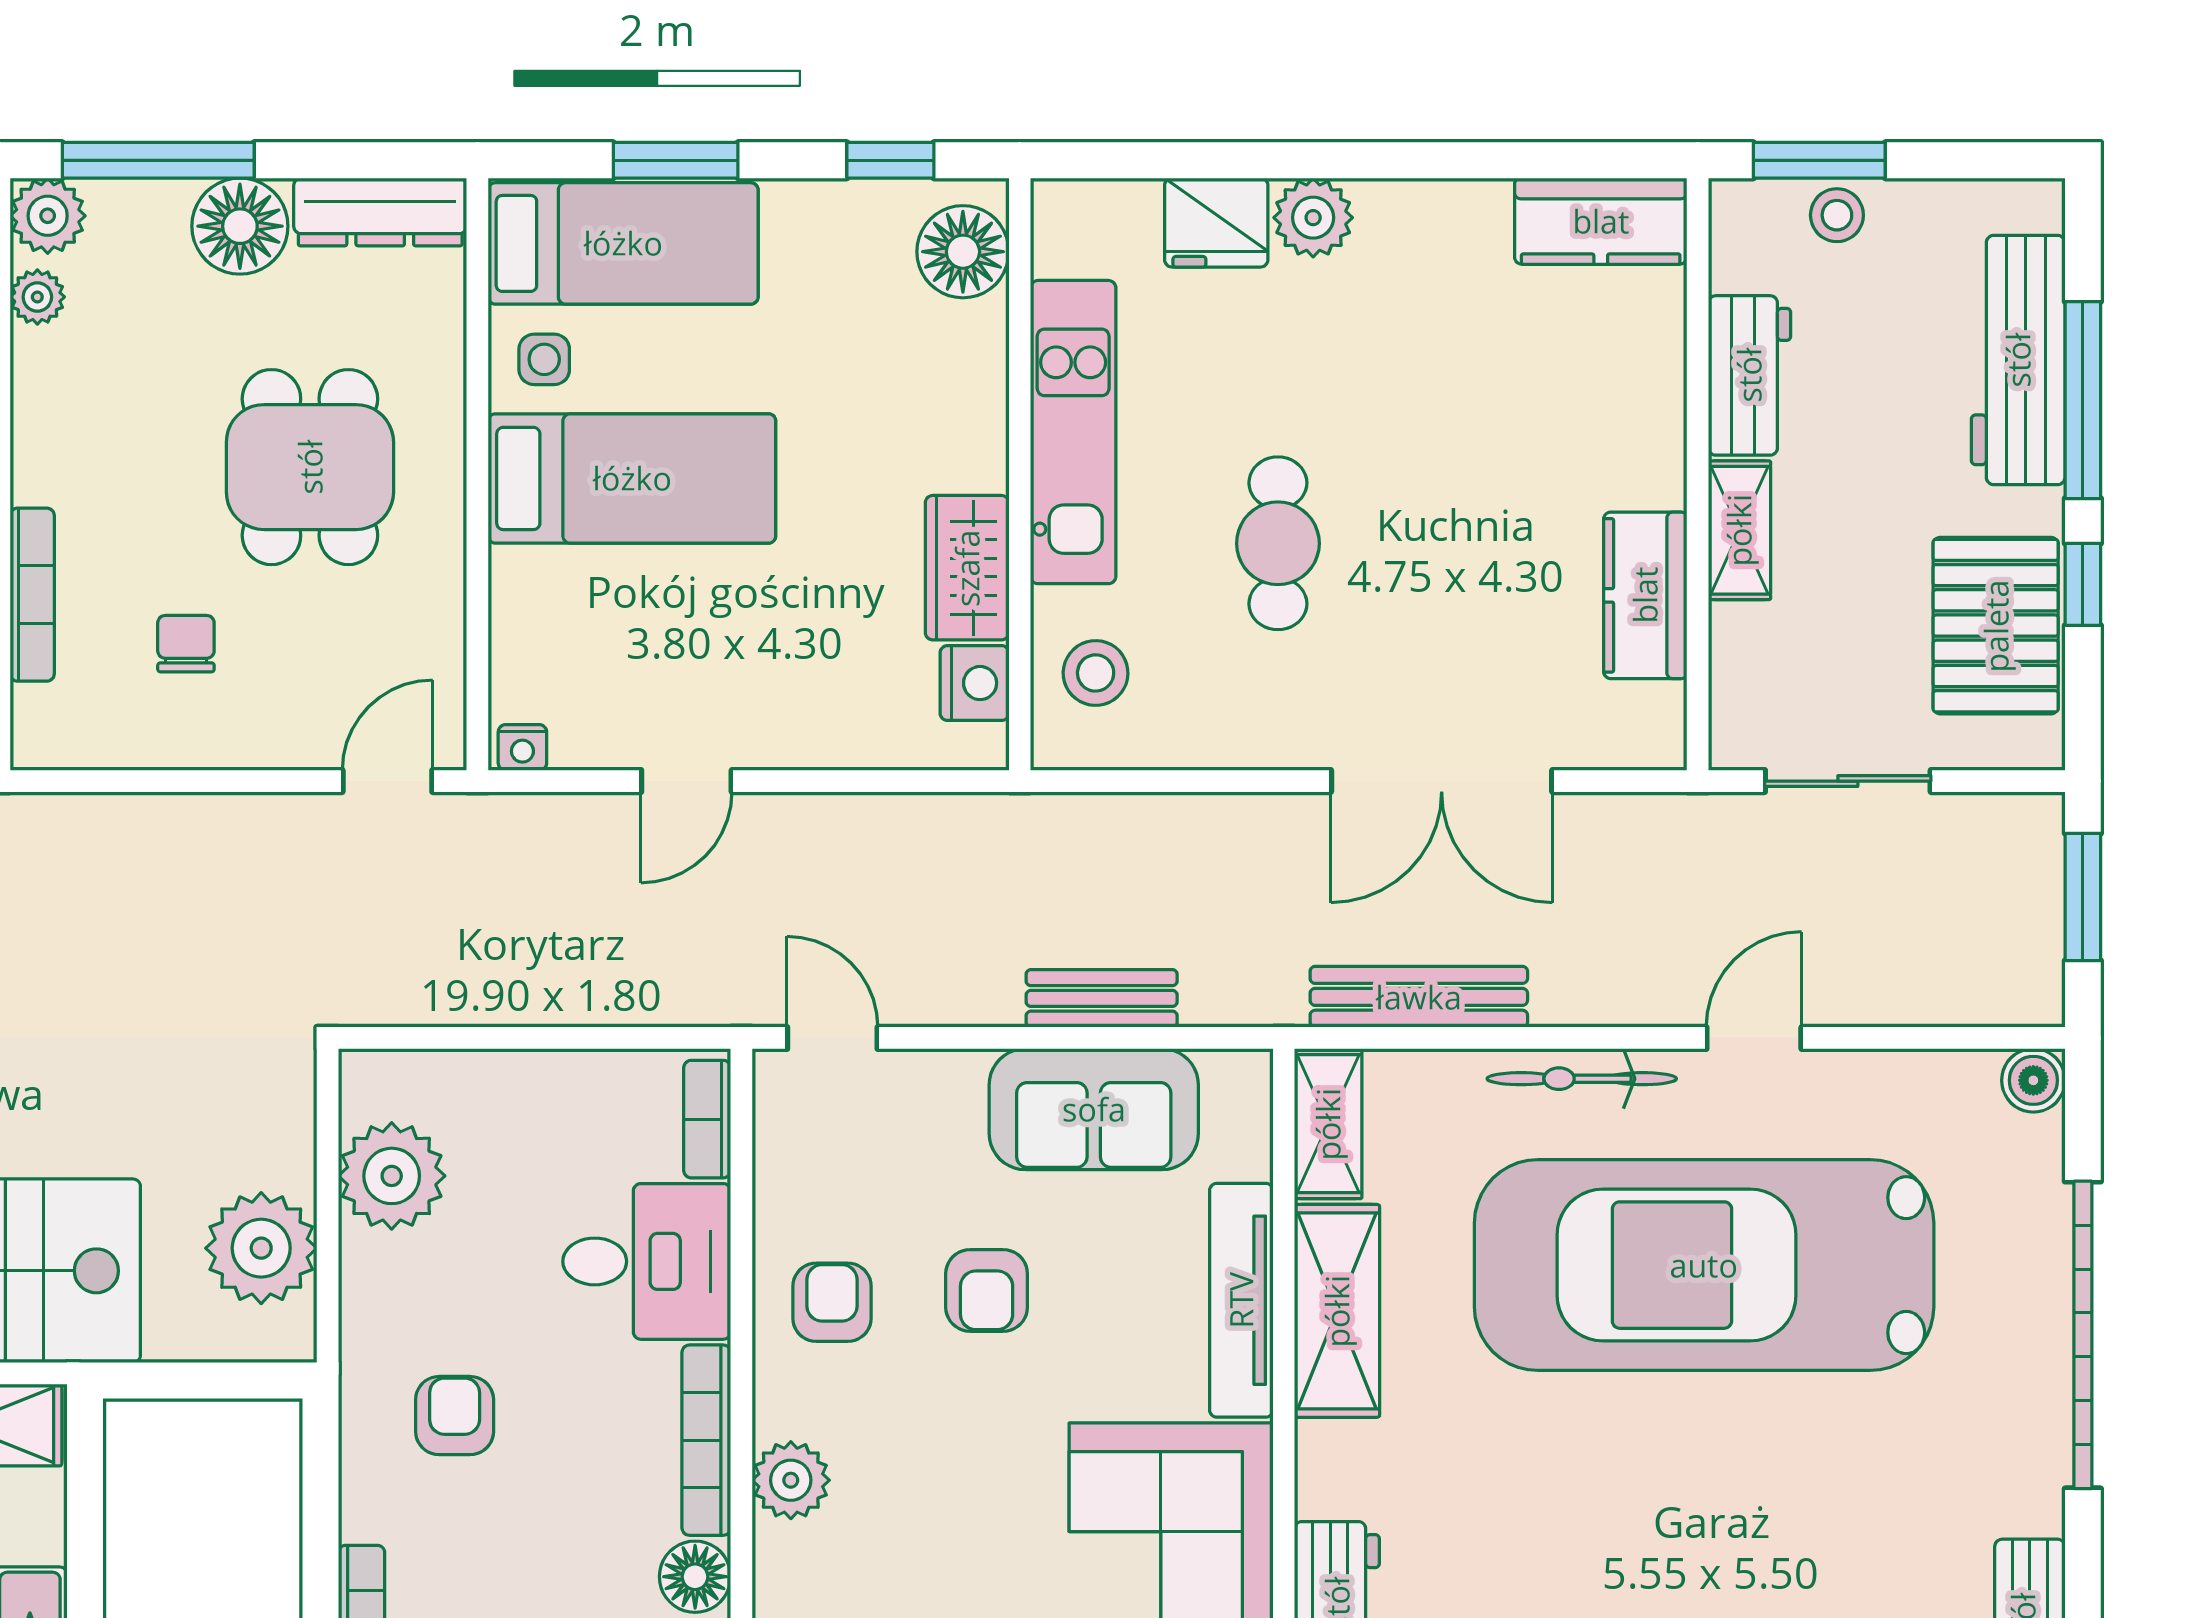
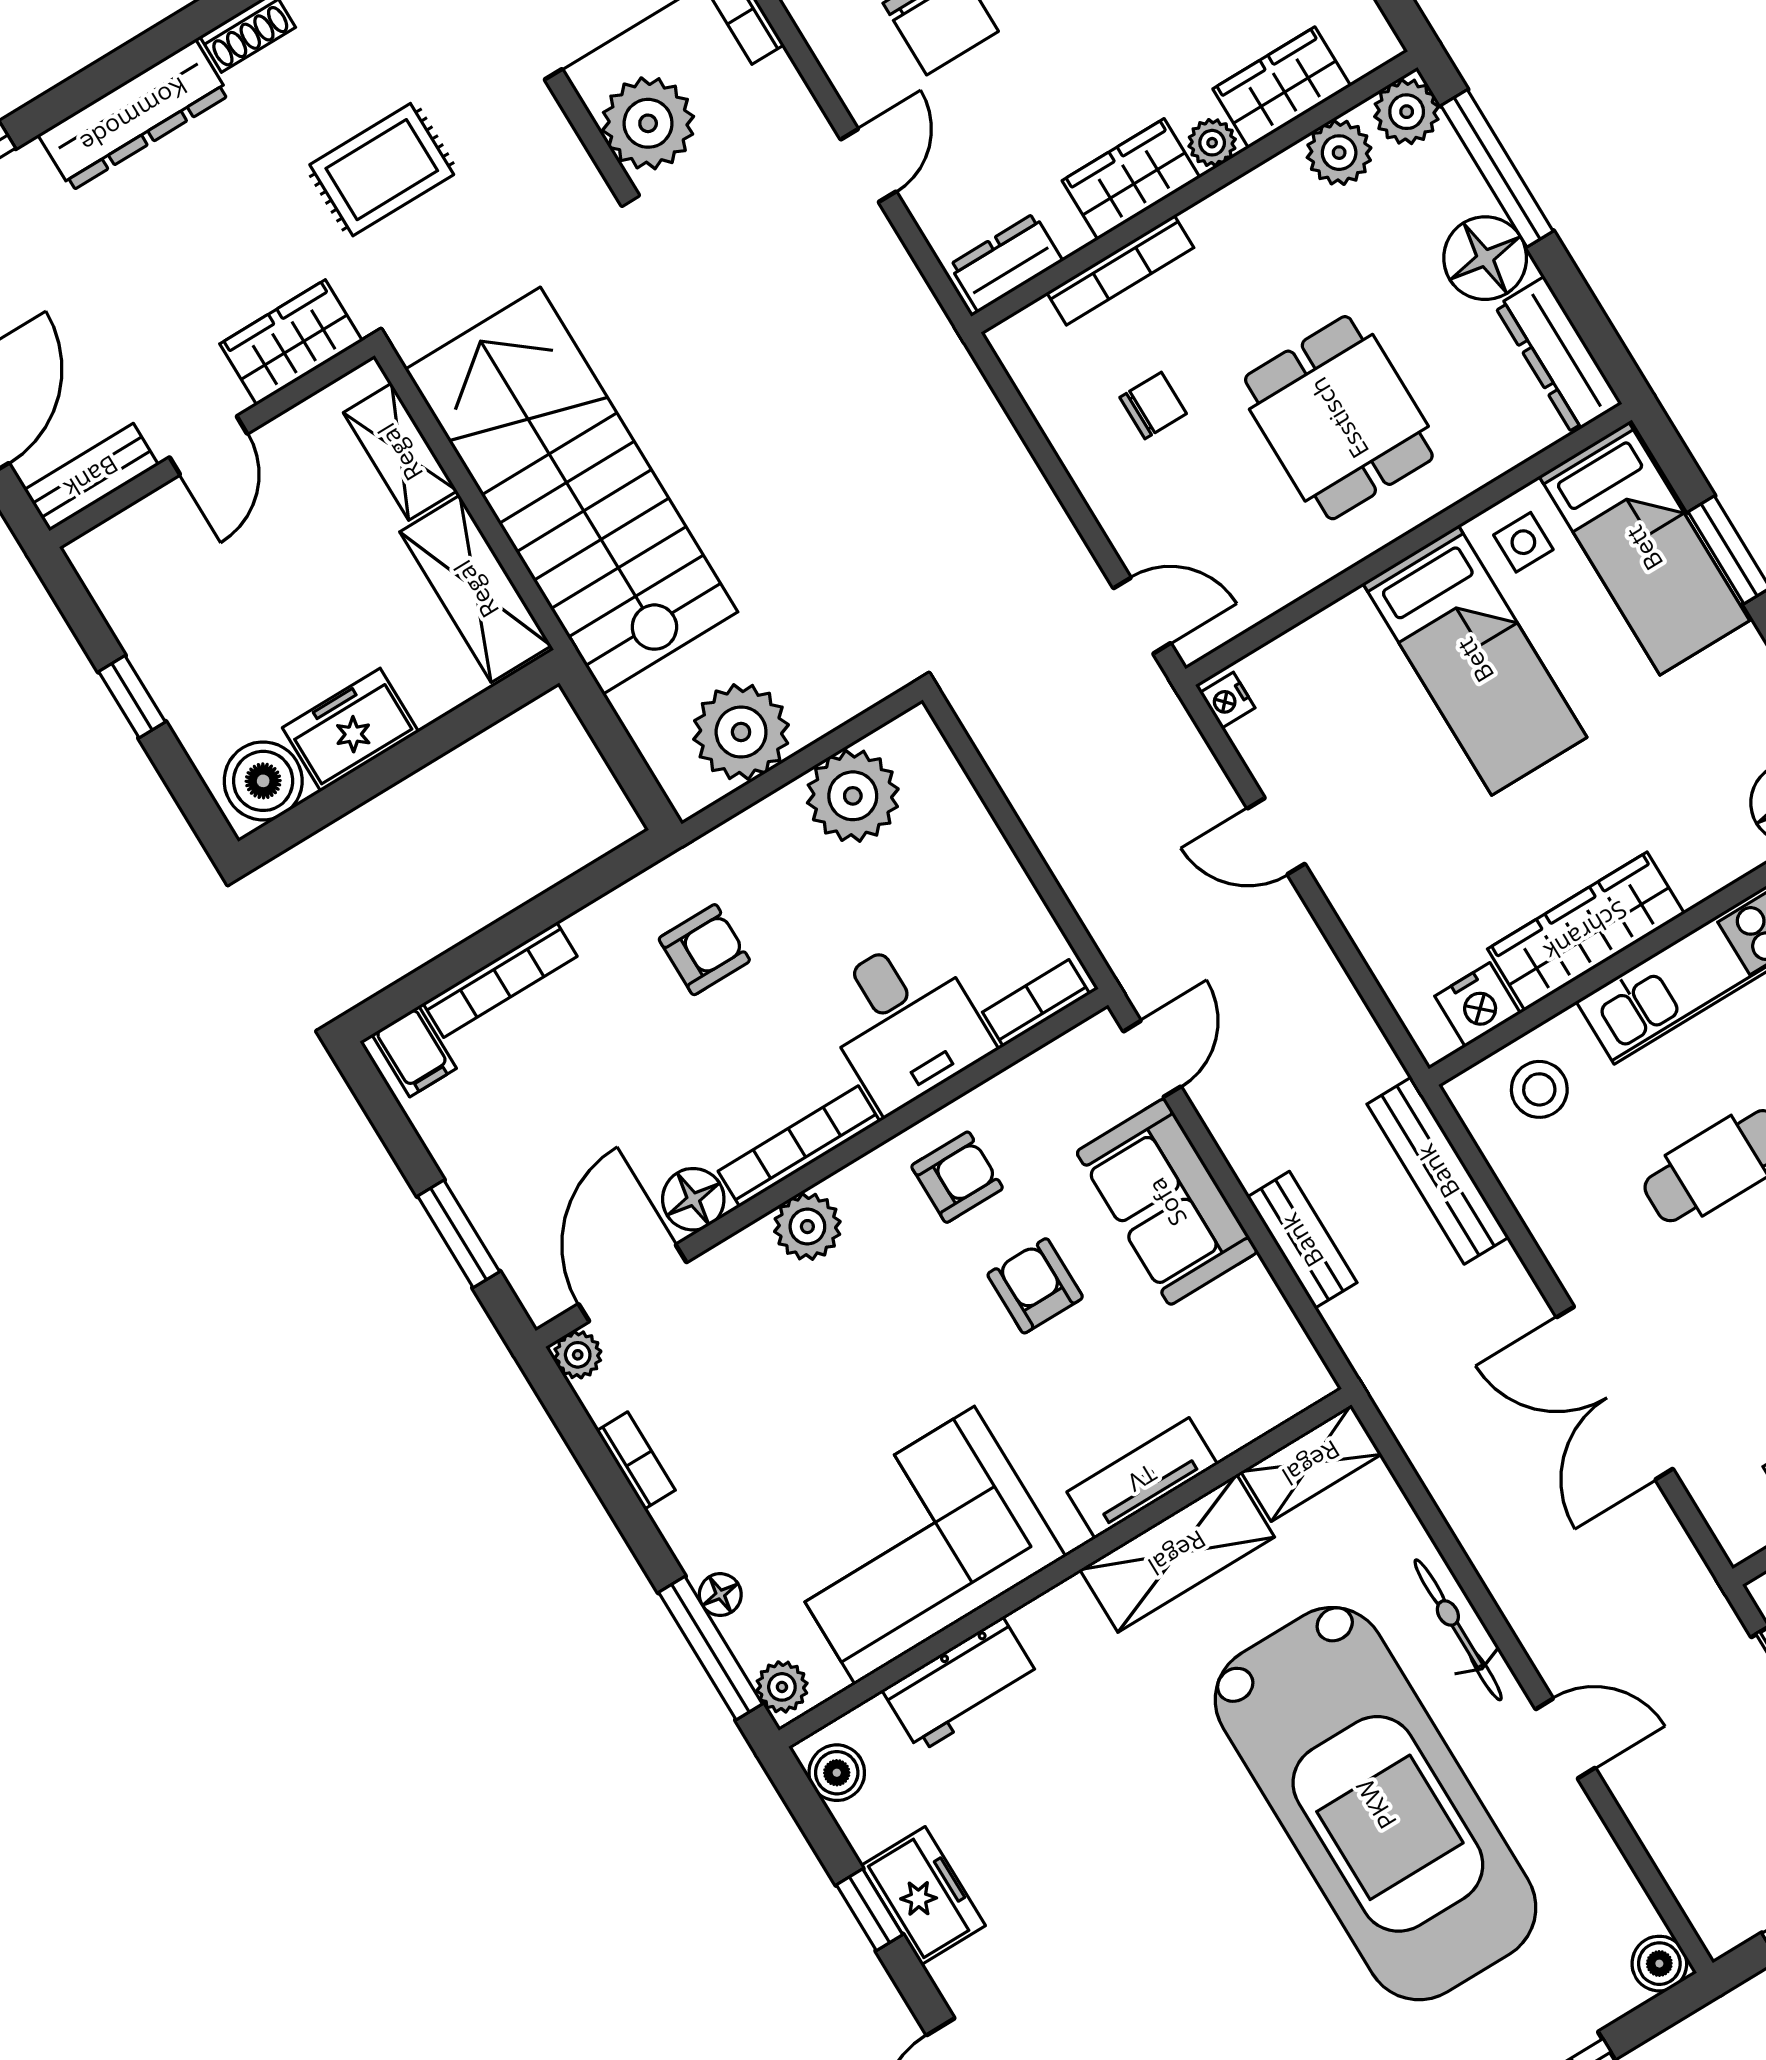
plant: (37, 297) -> (1339, 153), width x1.38, depth x1.38
dining table: (310, 467) -> (1339, 418), turned 90
wardrobe: (967, 568) -> (1586, 931), width x1.50
bench: (1419, 997) -> (1438, 1171), moved
sofa: (1094, 1109) -> (1167, 1202), moved
car: (1704, 1265) -> (1376, 1804), turned 180
armchair: (987, 1290) -> (1035, 1286), turned 90
tv unit: (1241, 1300) -> (1142, 1478), width x0.71

